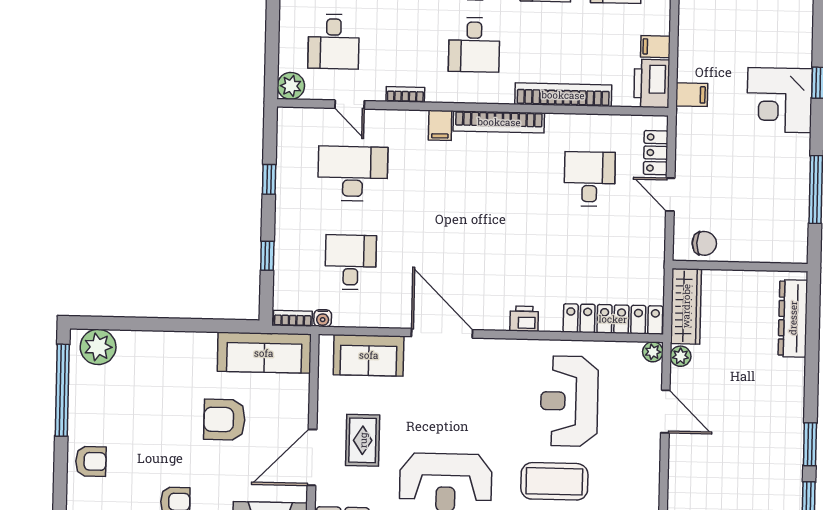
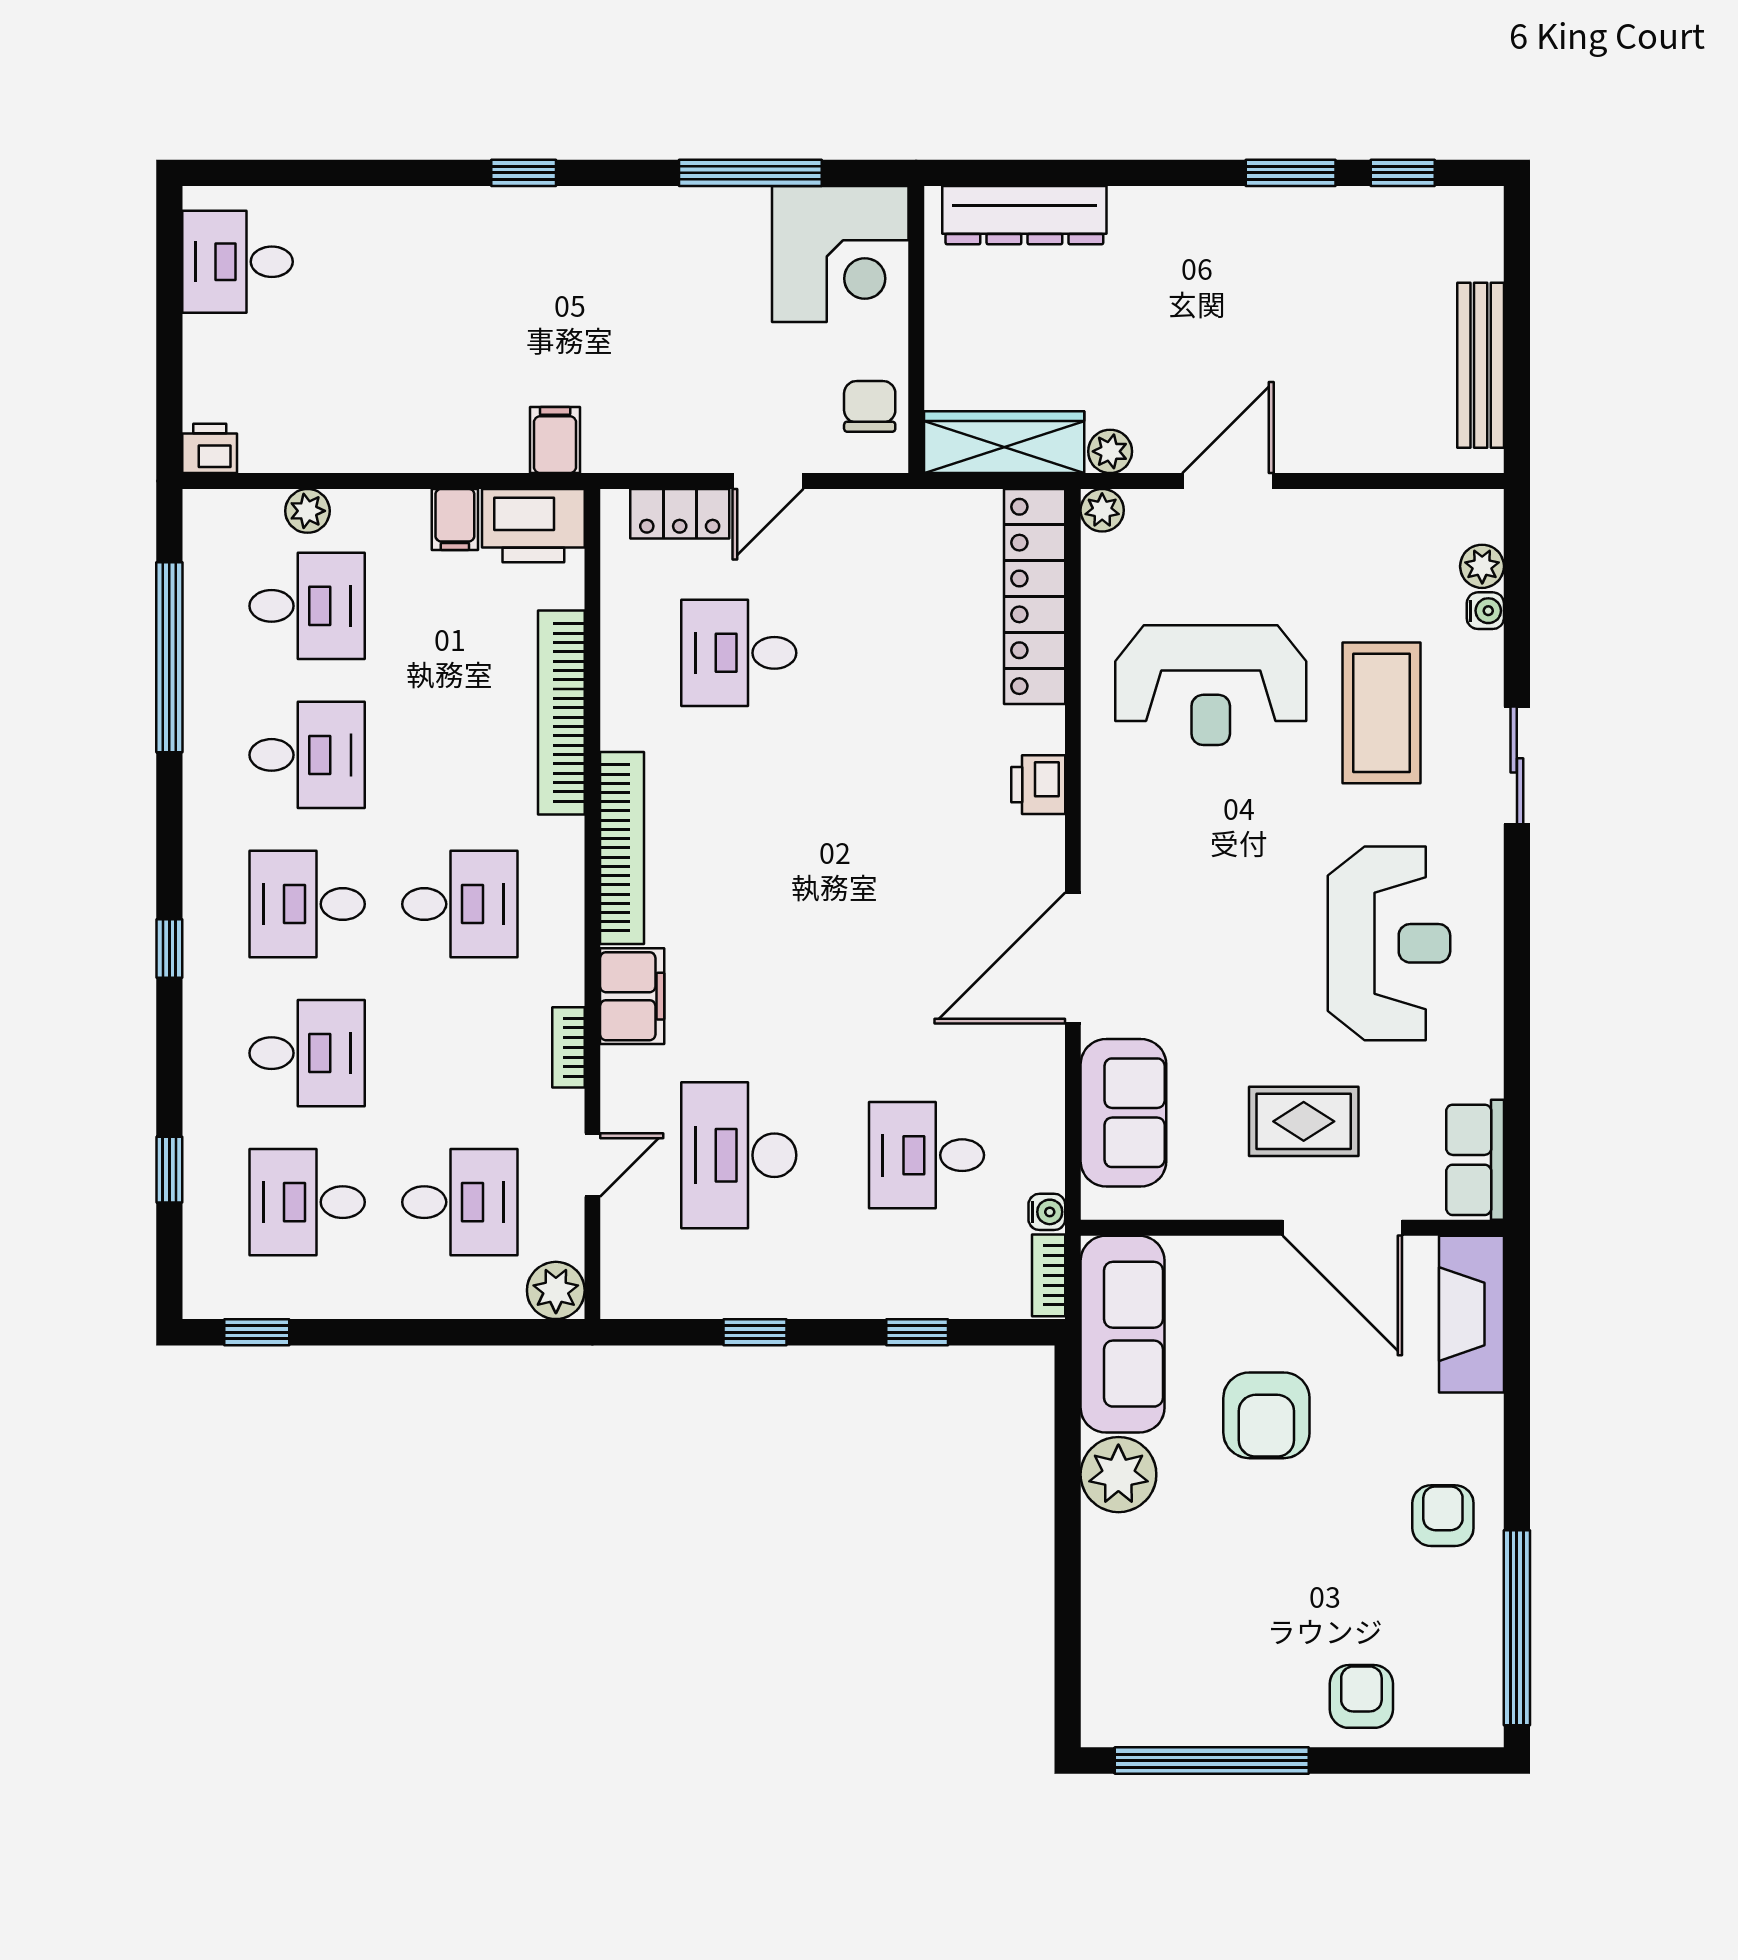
corner desk: (779, 100) -> (840, 254), moved
filing cabinet: (440, 125) -> (632, 996), width x2.00
plant: (98, 347) -> (1118, 1475), moved

